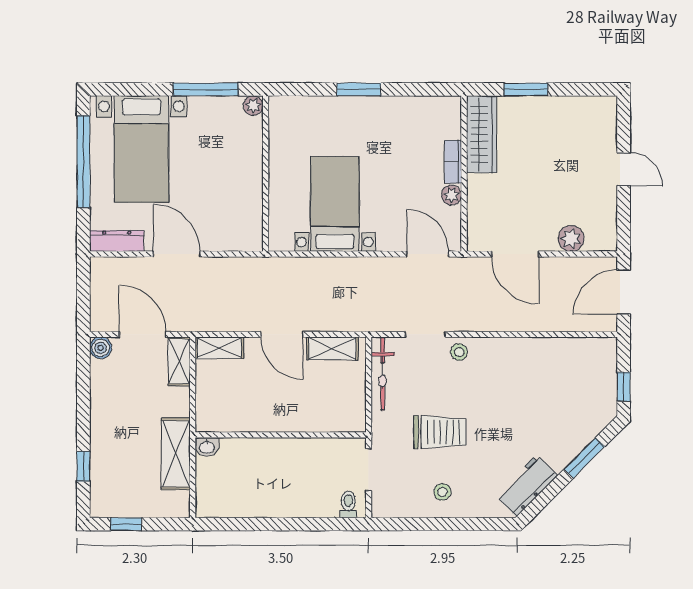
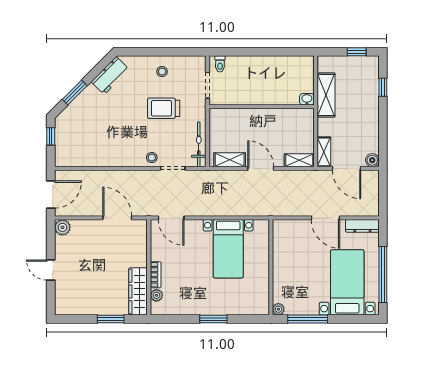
plant: (451, 195) -> (156, 295), moved
plant: (571, 239) -> (62, 227), moved

